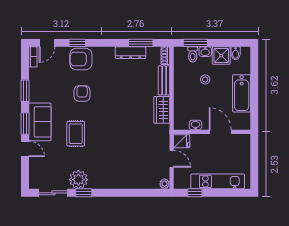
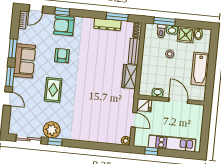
sofa: (40, 122) -> (25, 61), moved

